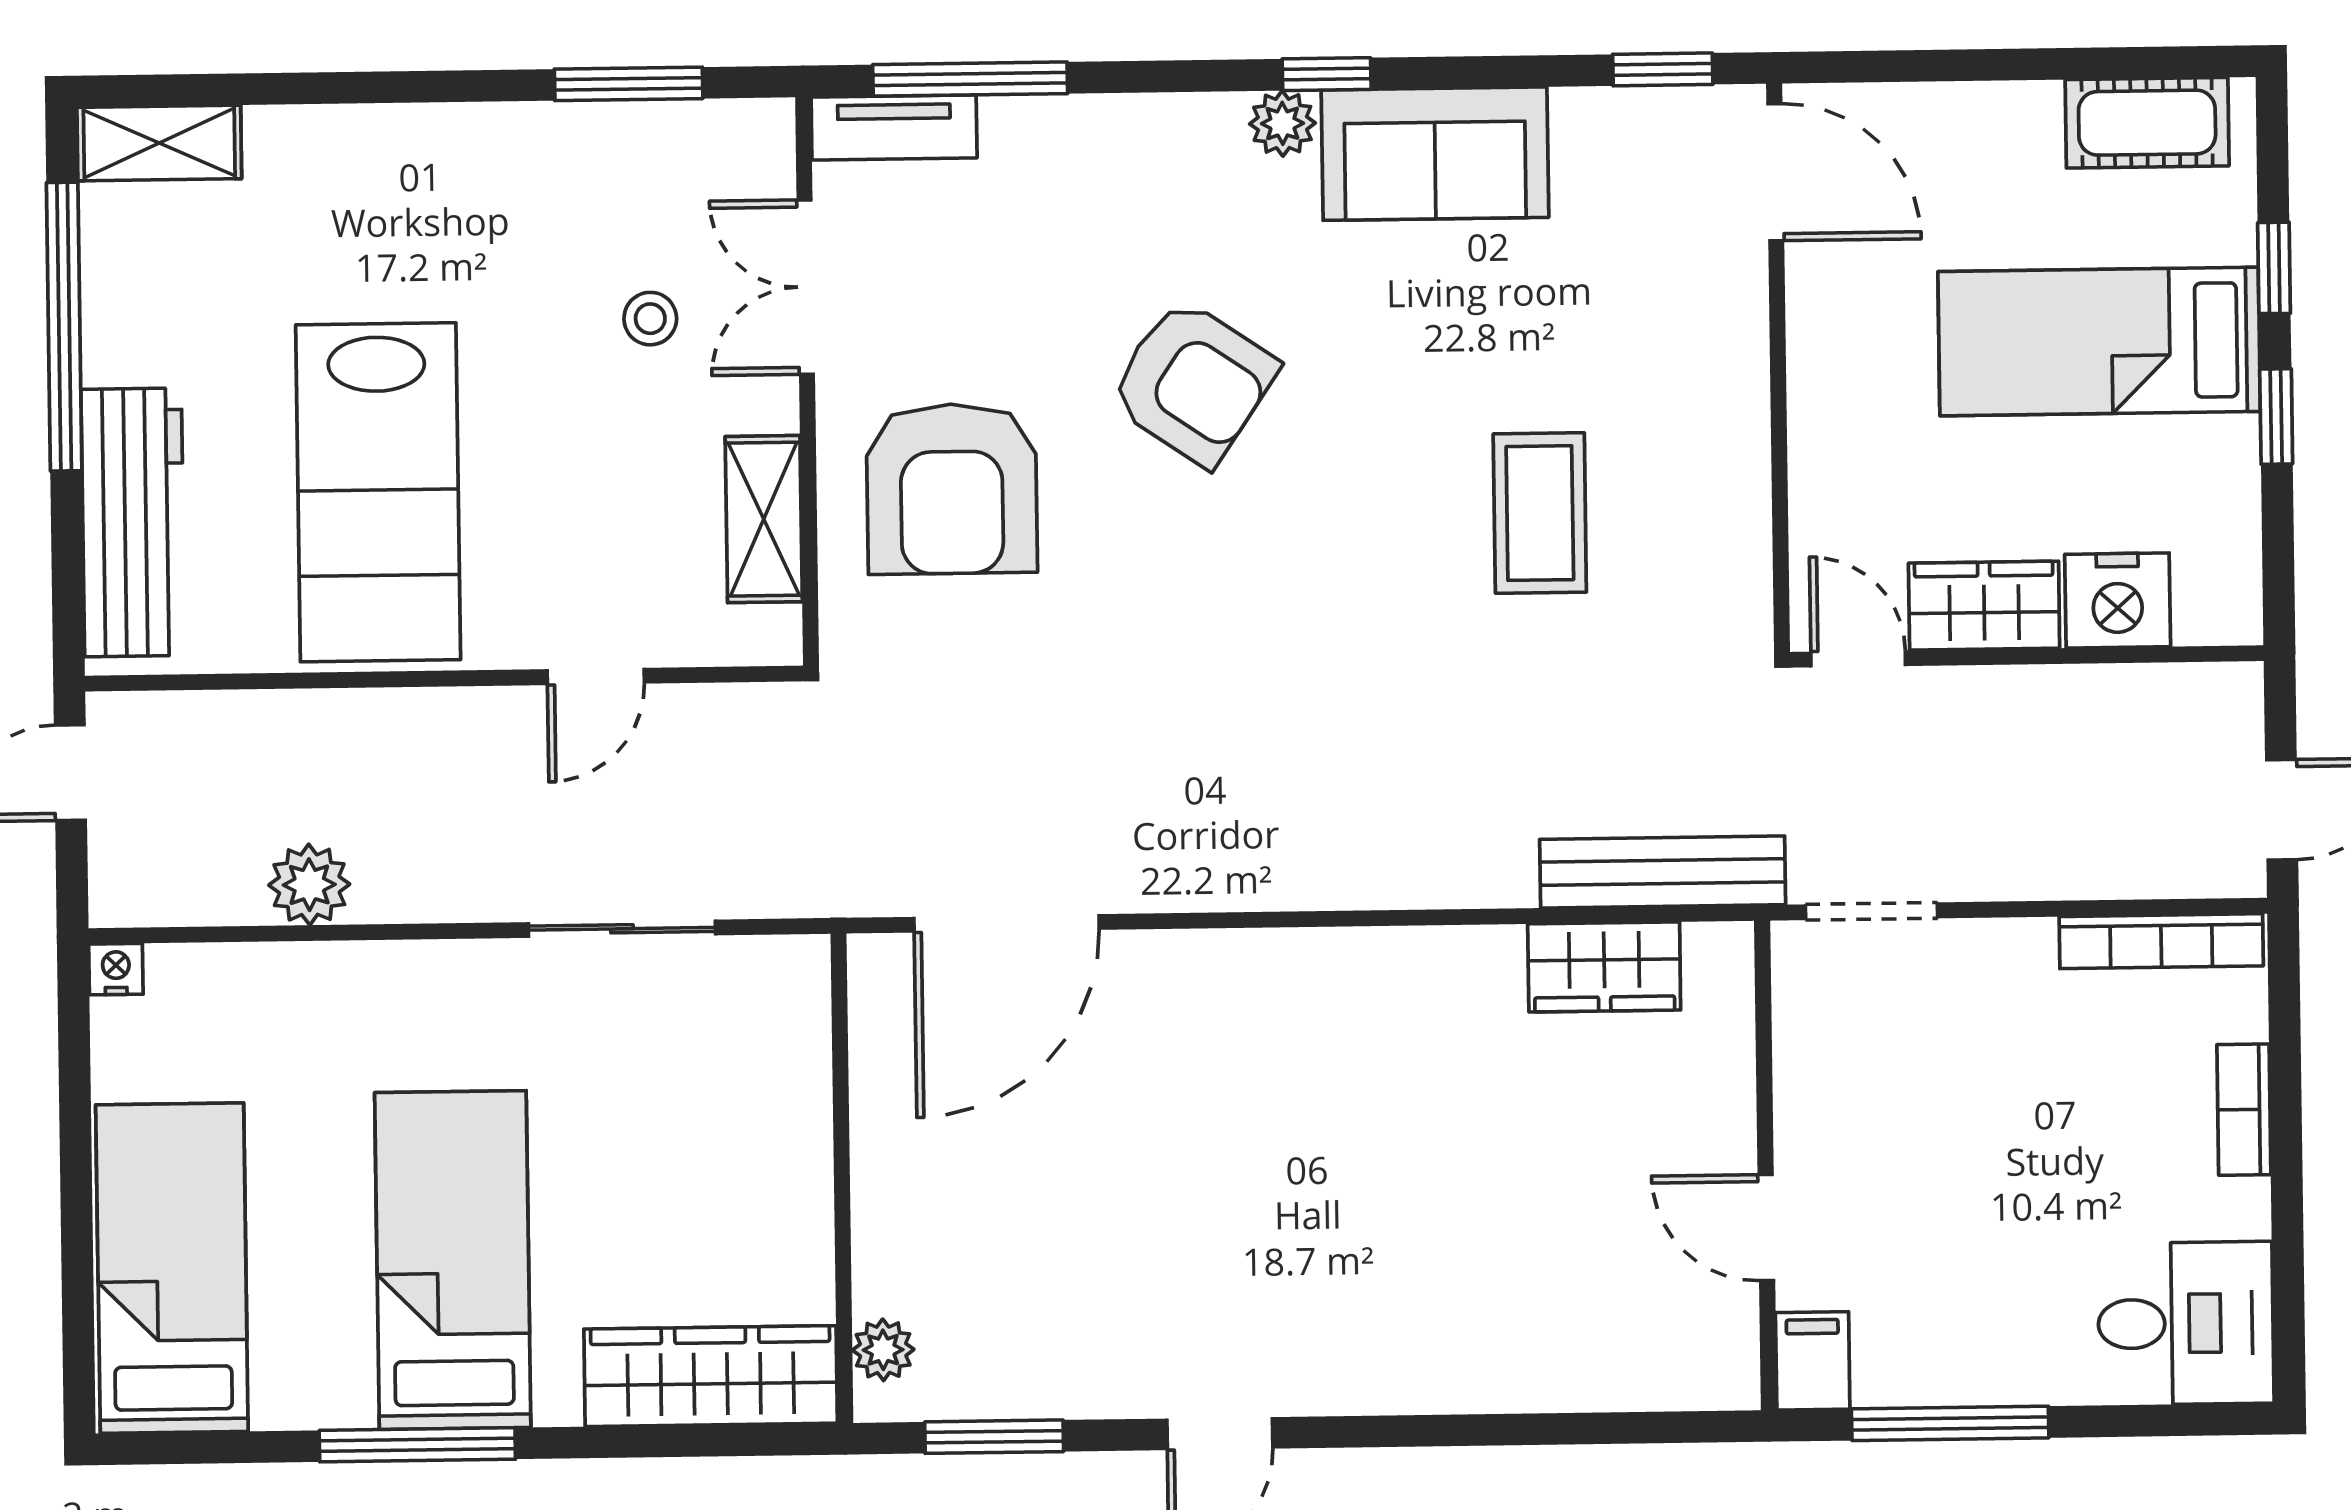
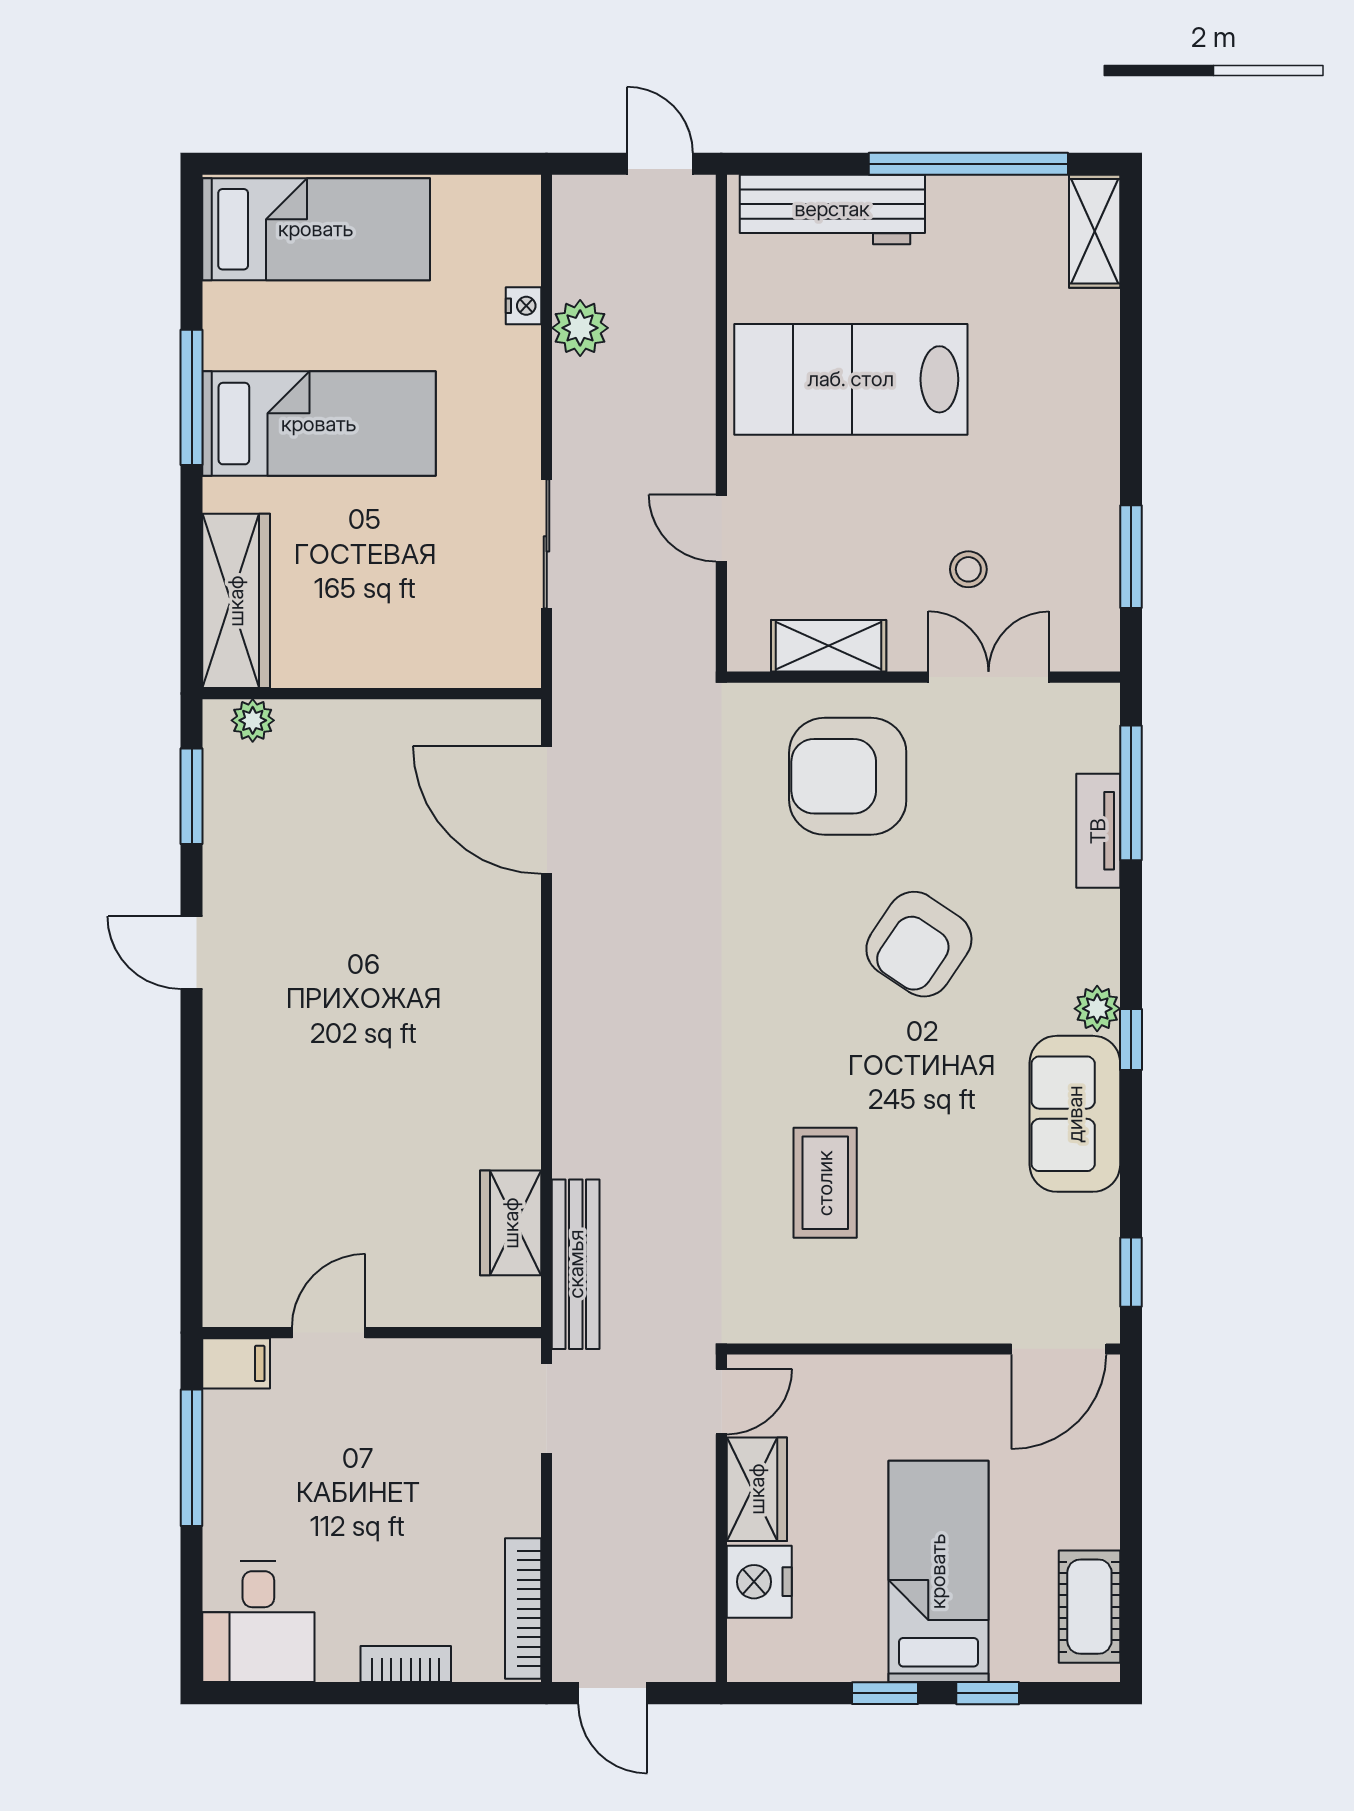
tv unit: (894, 127) -> (1098, 831), moved
coffee table: (1540, 513) -> (825, 1183), turned 90
nightstand: (116, 969) -> (523, 306), moved

